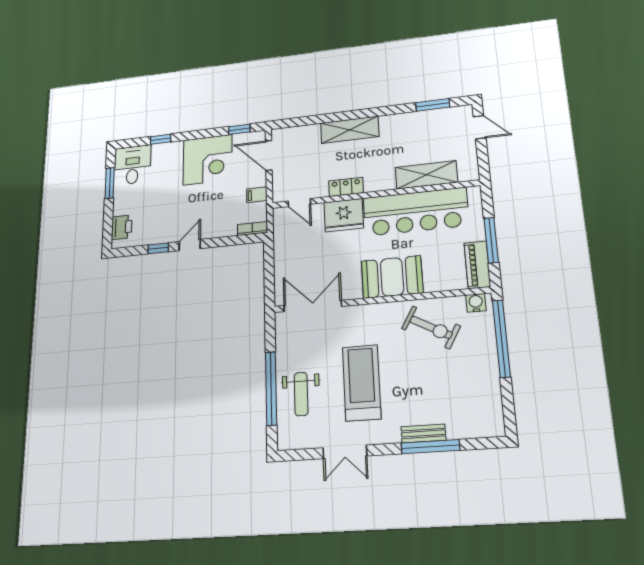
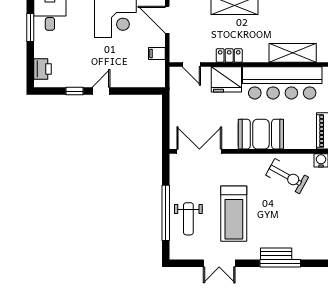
bookcase: (252, 229) -> (153, 82), removed
treadmill: (362, 383) -> (234, 214), turned 180

